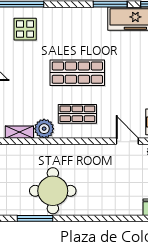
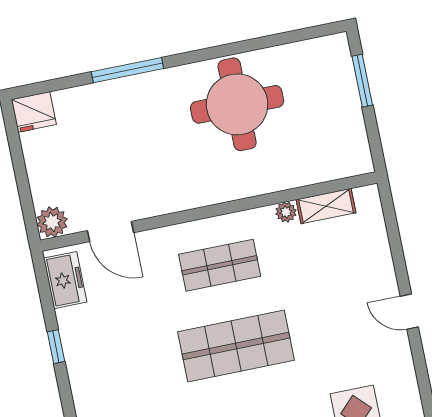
plant: (44, 129) -> (286, 212), width x0.53, depth x0.53
window: (35, 218) -> (127, 70), moved

